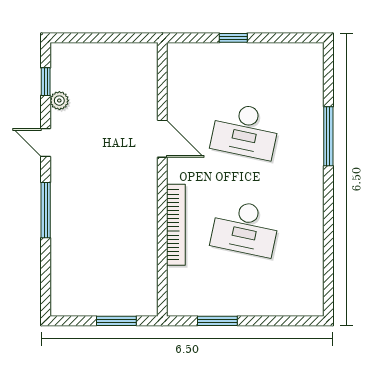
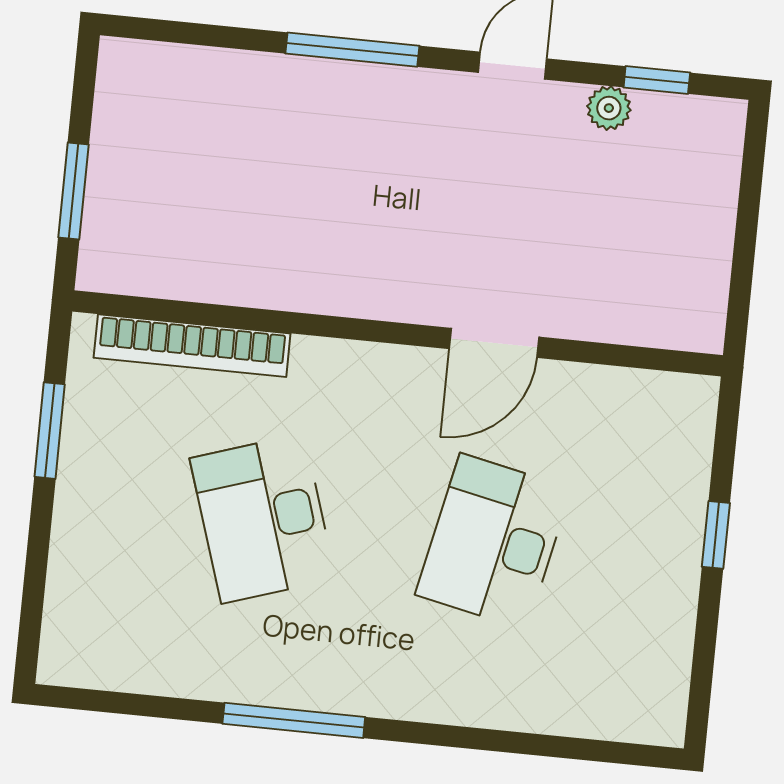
window: (328, 136) -> (294, 720), moved
bookcase: (176, 225) -> (192, 346), moved
desk: (245, 228) -> (263, 519), turned -30

